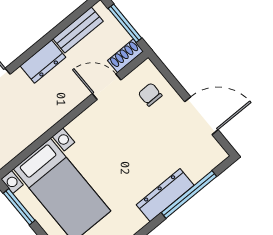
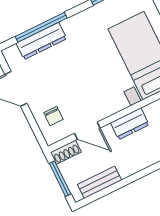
dresser: (43, 62) -> (130, 124), moved, turned 180
dresser: (165, 195) -> (41, 41), moved

